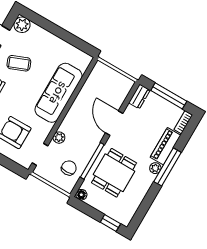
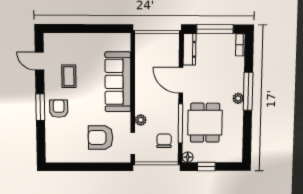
plant: (22, 25) -> (52, 41), removed
coffee table: (19, 63) -> (69, 76), turned -68
dresser: (139, 96) -> (190, 49), width x1.44
piano: (166, 146) -> (236, 74), removed
window: (110, 223) -> (206, 167), moved

